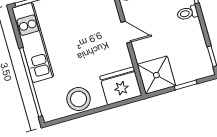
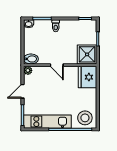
door: (126, 32) -> (57, 65), swing flipped
stool: (79, 99) -> (85, 118), moved

